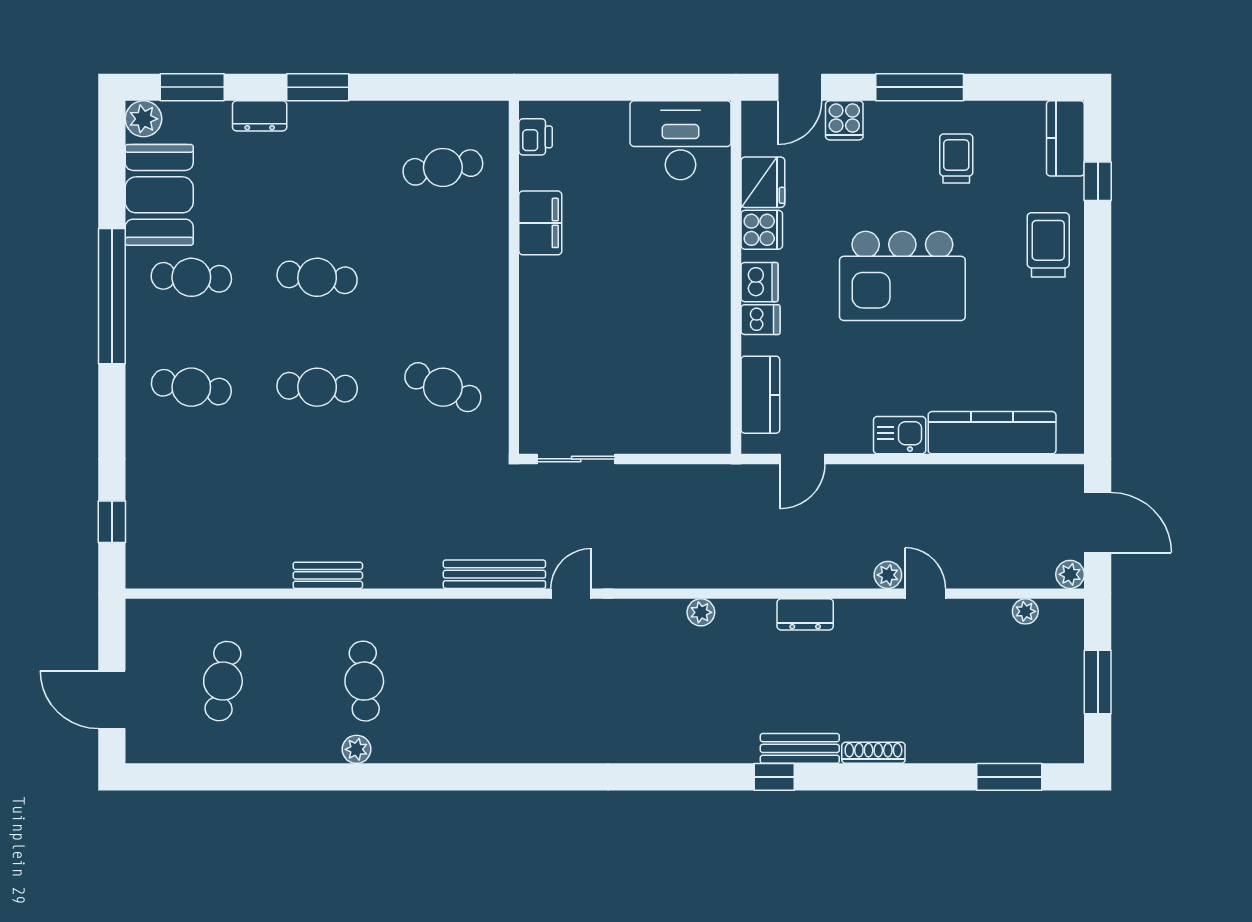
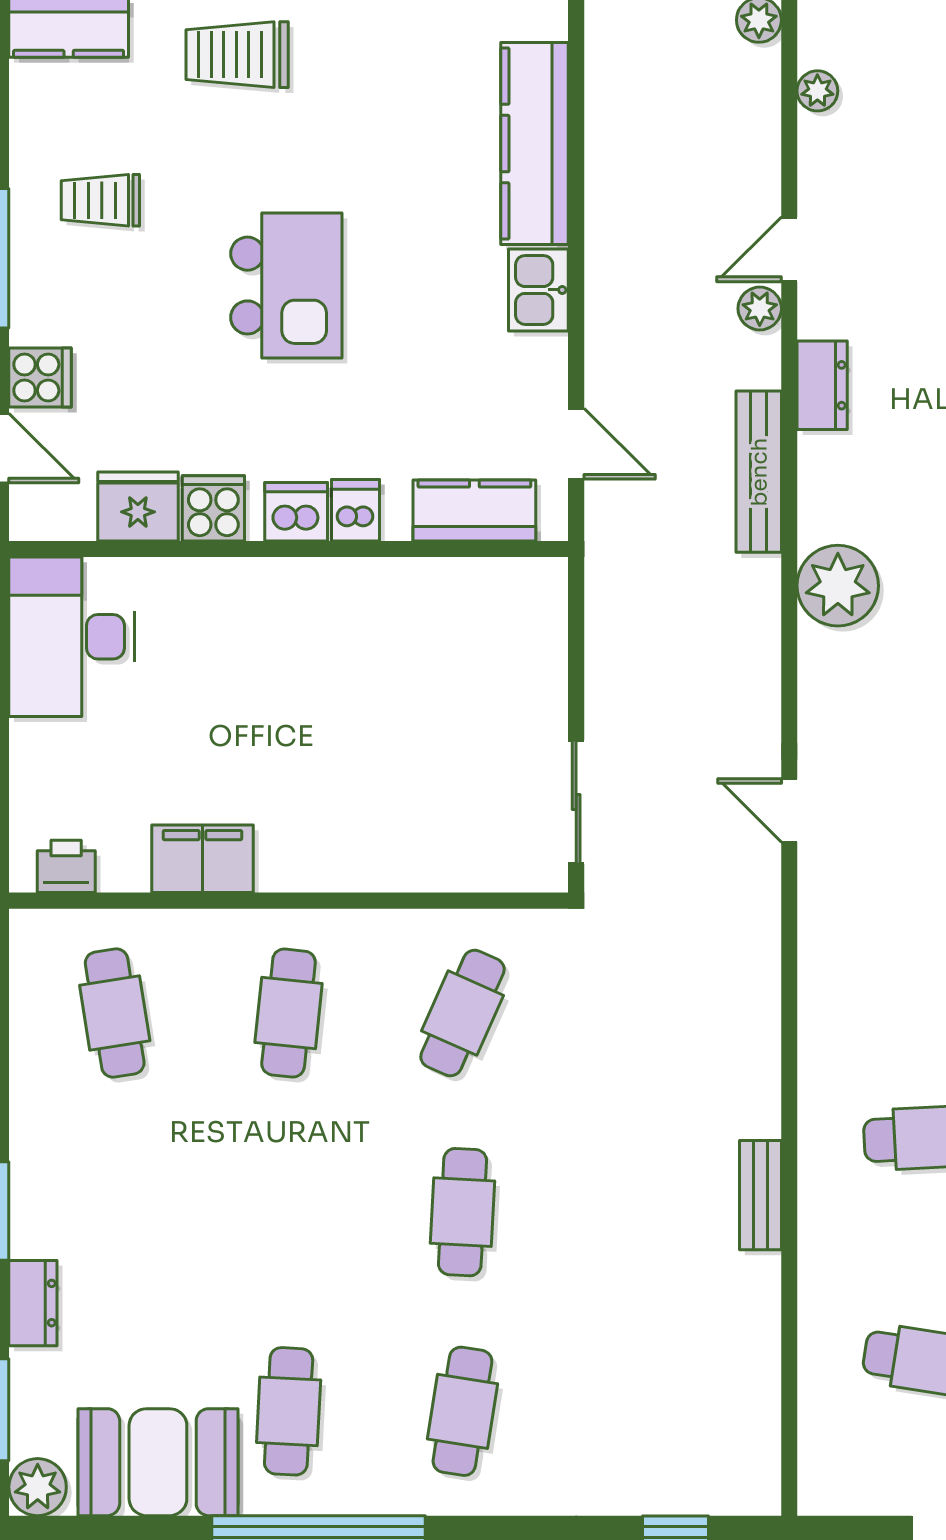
kitchen island: (902, 276) -> (286, 286), width x0.73, depth x0.78
cafe table: (317, 277) -> (289, 1013), moved
bench: (494, 574) -> (759, 472), moved
plant: (701, 612) -> (838, 586), width x1.87, depth x1.87
dresser: (805, 614) -> (822, 385), moved

